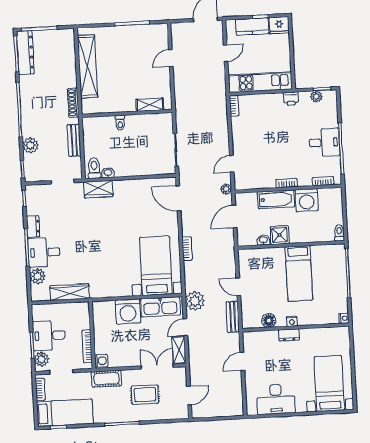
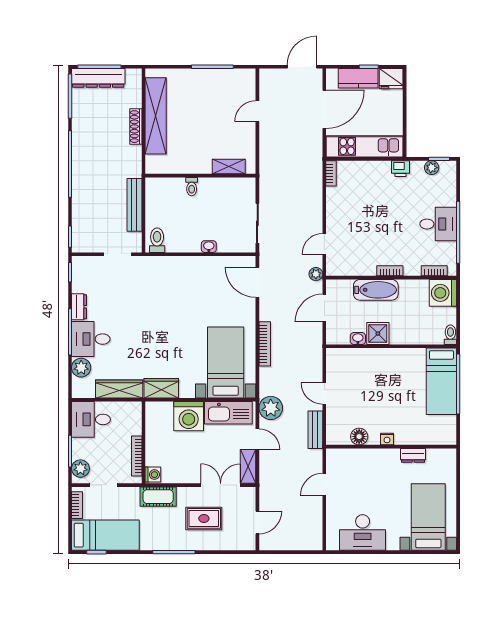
dresser: (25, 53) -> (98, 78), moved, turned 90
door: (226, 53) -> (324, 109), width x1.88
shoe rack: (73, 103) -> (136, 127), moved
bench: (74, 140) -> (134, 205), width x1.36
plant: (30, 145) -> (81, 208), removed
washbasin: (108, 173) -> (209, 247), moved
wardrobe: (98, 189) -> (161, 388), moved, turned 180
washing machine: (307, 200) -> (443, 293), moved, turned 90
bookcase: (187, 249) -> (265, 344), width x1.56
bed: (299, 273) -> (441, 381), moved
nightstand: (344, 318) -> (451, 439), removed
door: (185, 327) -> (257, 439), swing flipped
dresser: (289, 335) -> (413, 455), moved
desk: (49, 336) -> (91, 419), moved

